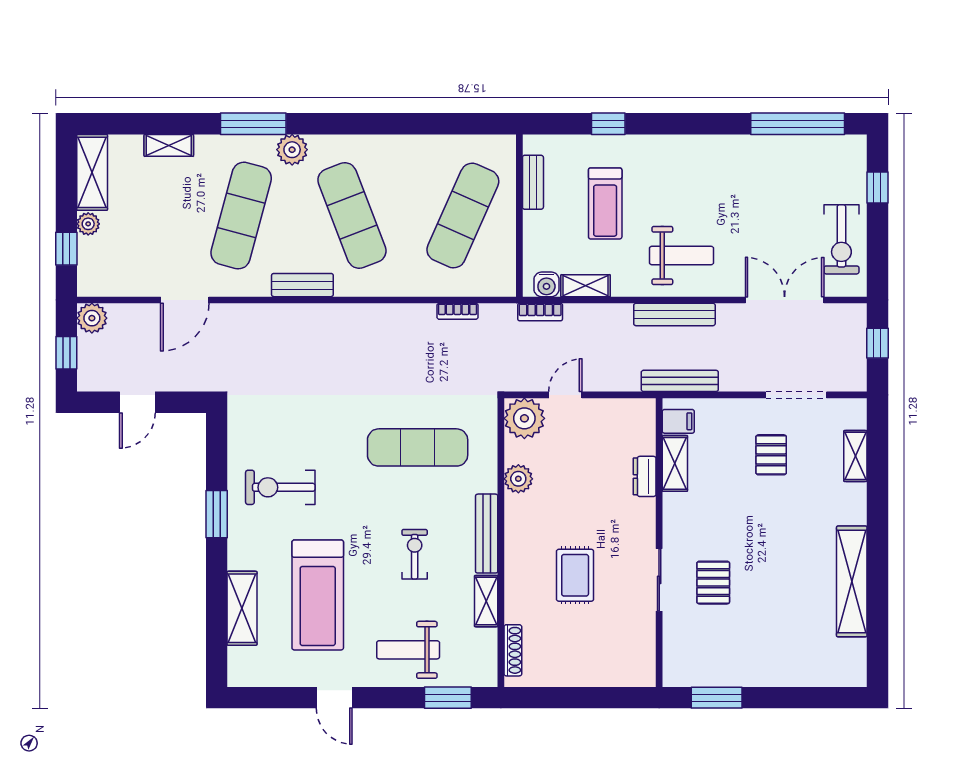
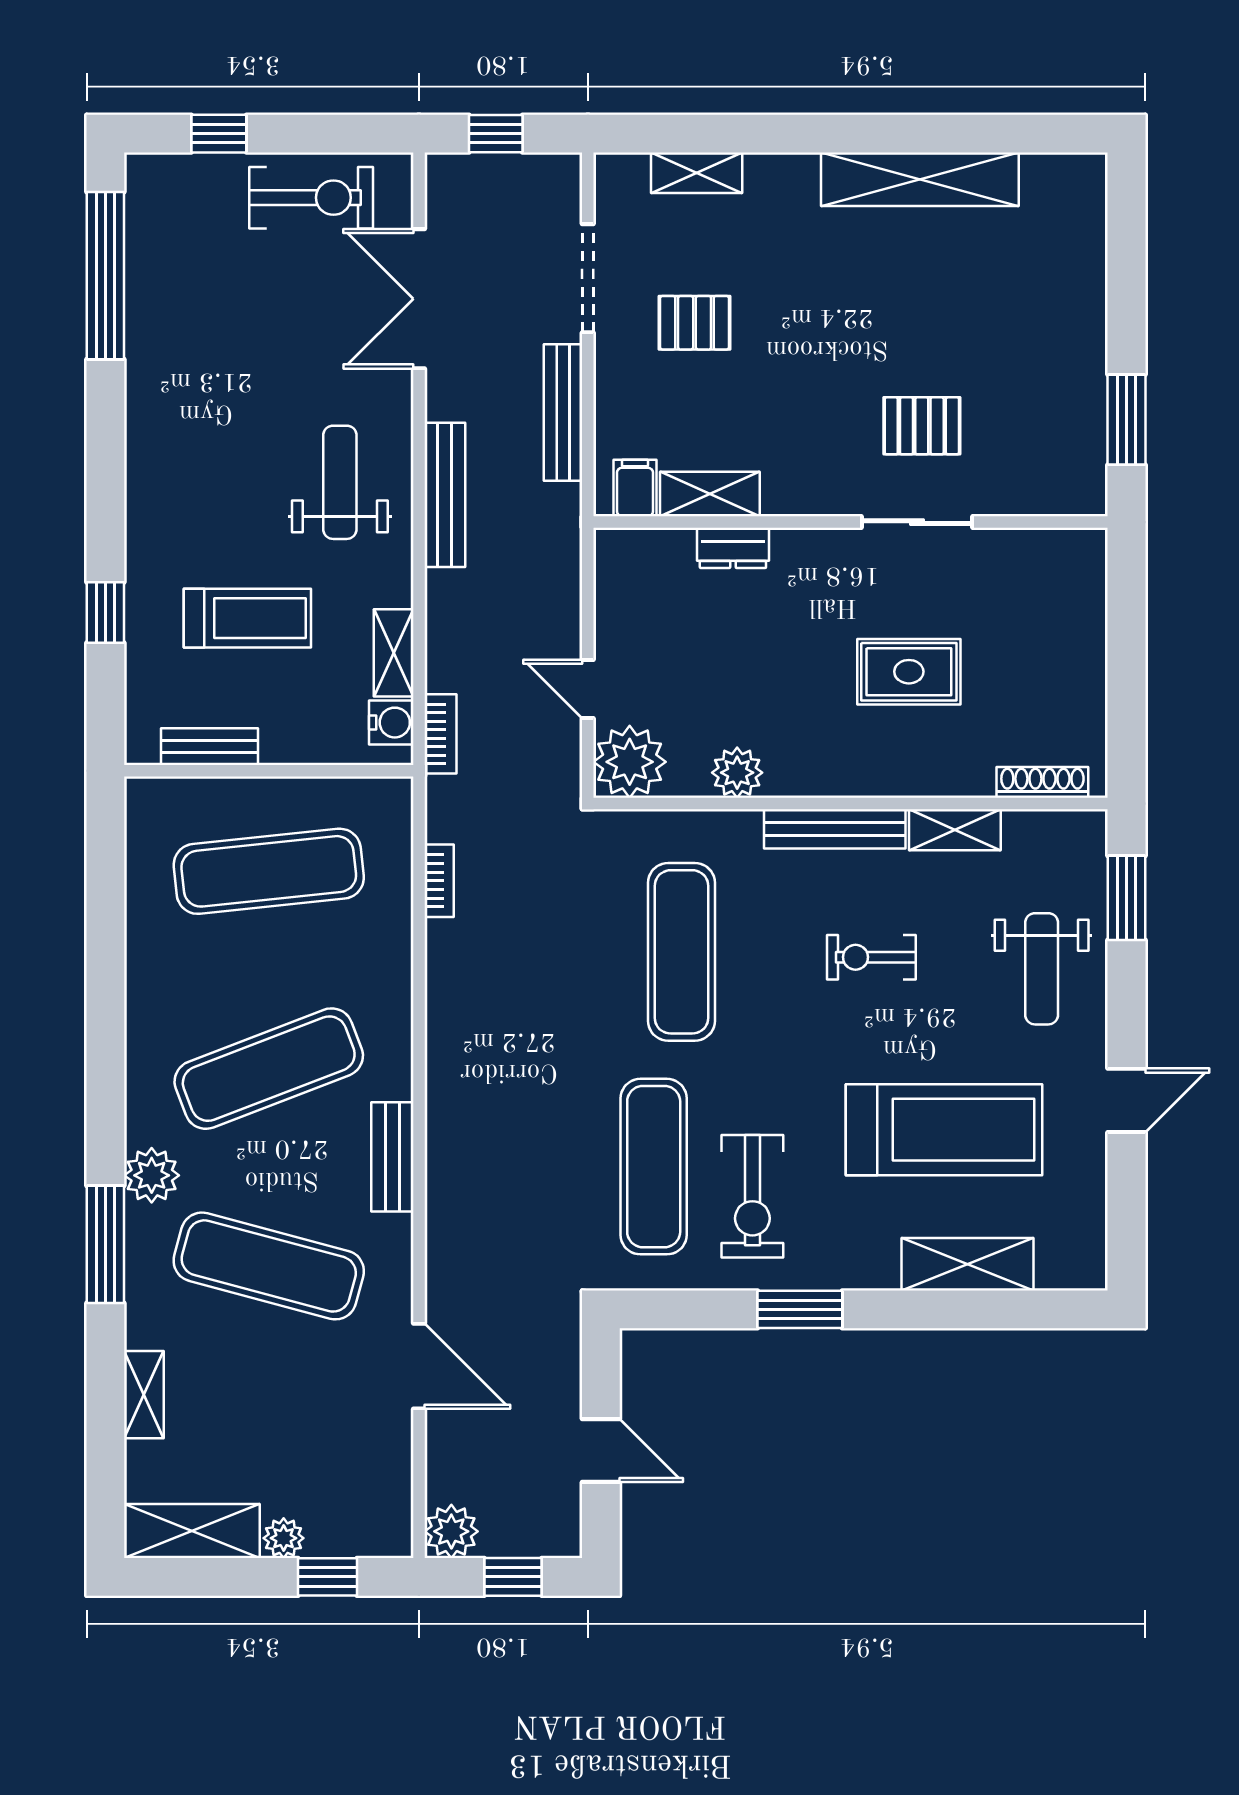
exercise mat: (463, 216) -> (269, 871), turned -30
bench: (680, 381) -> (563, 413), moved
exercise mat: (297, 432) -> (654, 1167), added

